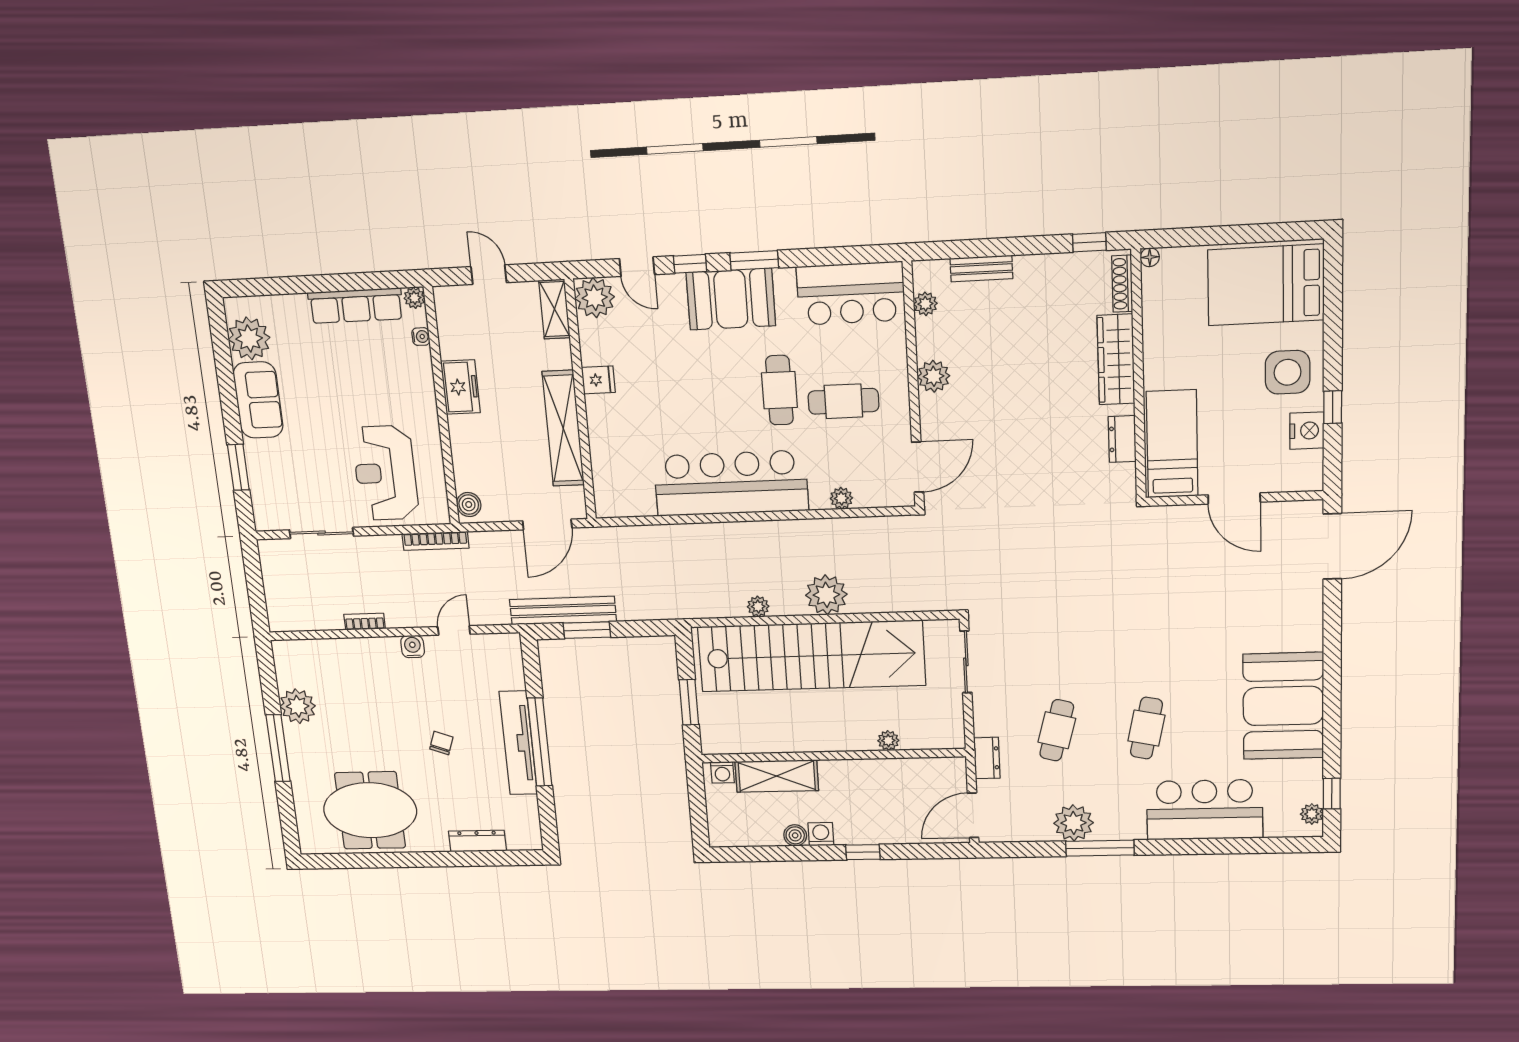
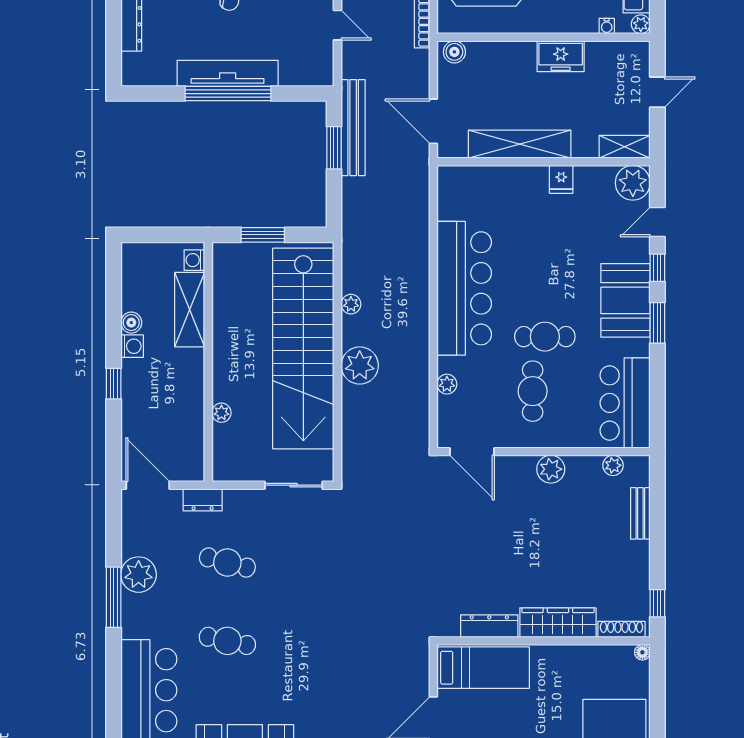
dresser: (1122, 439) -> (489, 626), width x1.44

